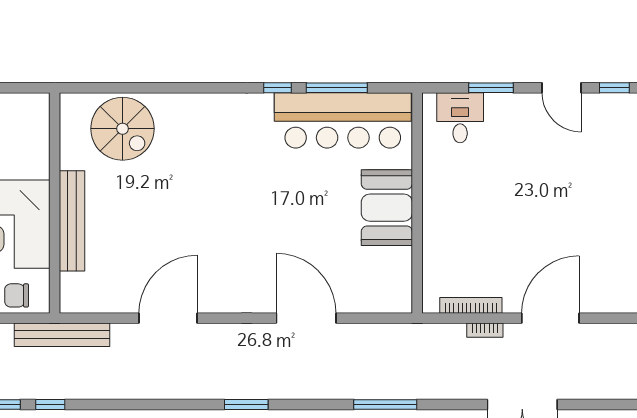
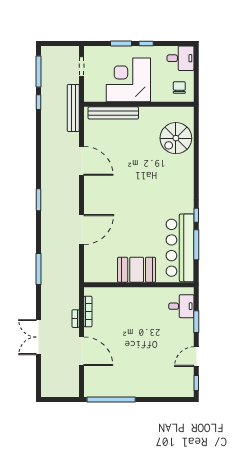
bench: (72, 221) -> (113, 113), moved
chair: (17, 295) -> (179, 87), moved

